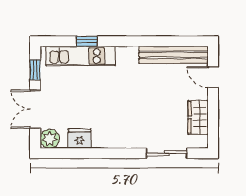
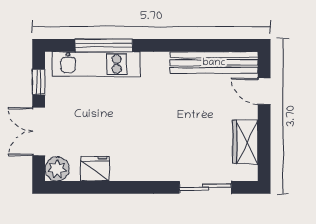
window: (86, 41) -> (104, 45), width x2.17

